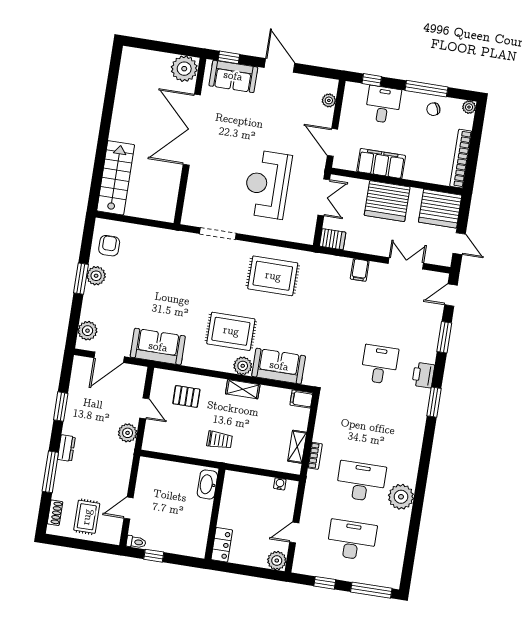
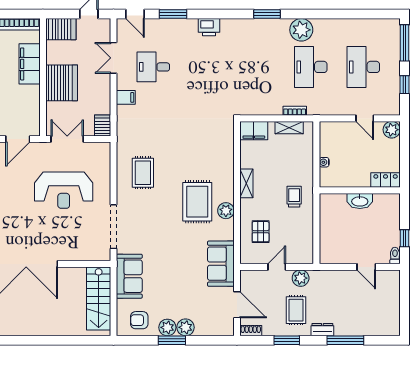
filing cabinet: (381, 164) -> (30, 64), moved
stairs: (116, 178) -> (99, 299), moved, turned -90
server rack: (440, 209) -> (61, 29), width x0.62
doorway: (218, 234) -> (113, 227), width x1.36
rug: (273, 276) -> (143, 173), width x0.73, depth x0.70
plant: (88, 331) -> (186, 327), moved
desk: (380, 364) -> (153, 67), moved
plant: (243, 366) -> (226, 211), moved
sofa: (279, 366) -> (129, 276), moved, turned 180
filing cabinet: (301, 399) -> (254, 131), width x2.00
window: (434, 402) -> (267, 14), moved
washbasin: (207, 484) -> (360, 201), moved
water cooler: (280, 484) -> (324, 162), moved
plant: (401, 497) -> (301, 30), moved
shoe rack: (55, 513) -> (251, 331), moved
rug: (87, 517) -> (296, 310), moved, turned 90

